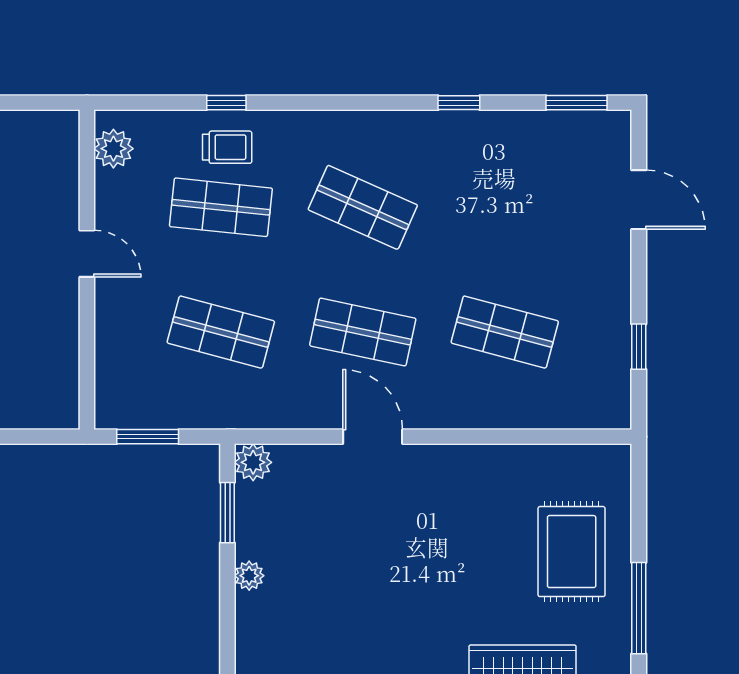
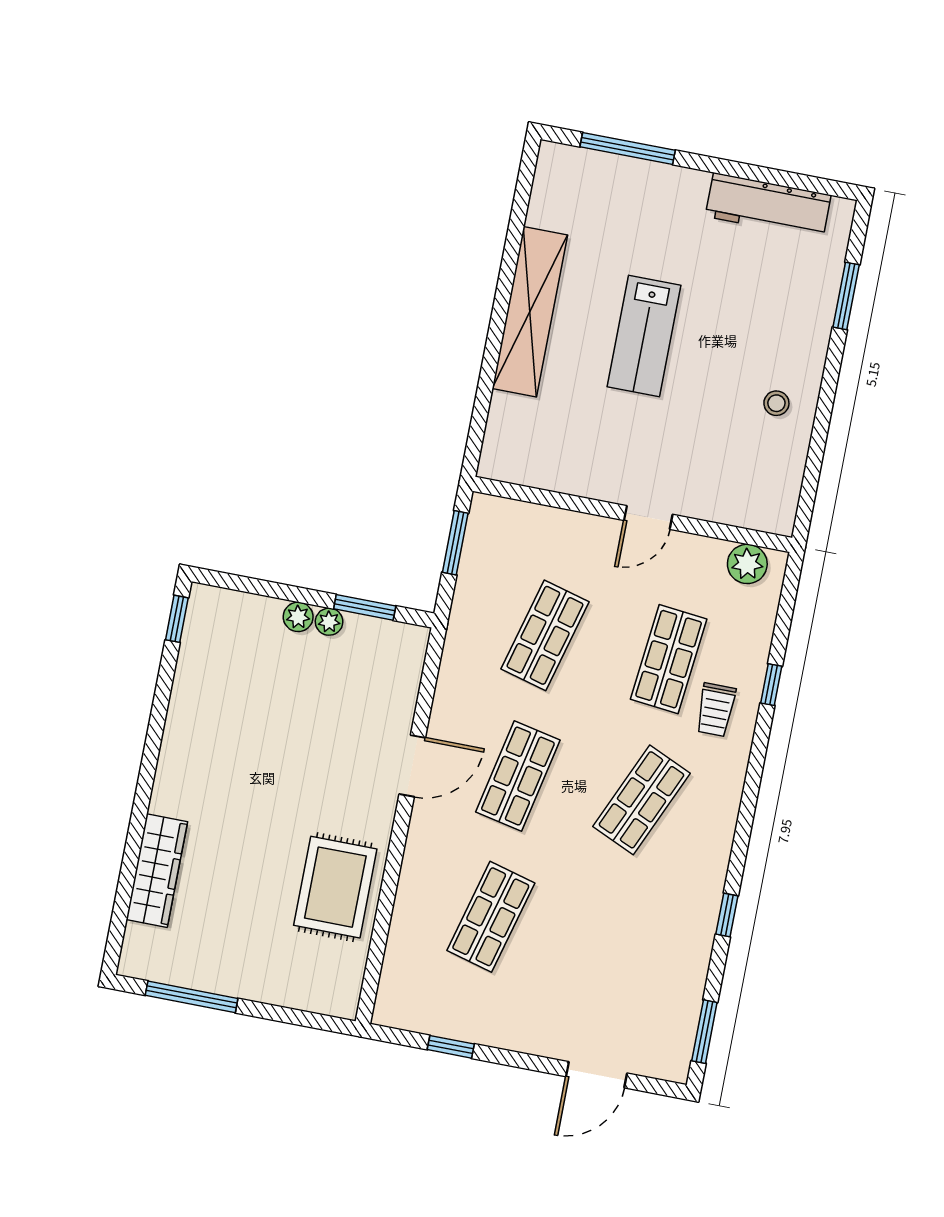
trolley: (227, 147) -> (716, 710), moved
plant: (253, 462) -> (329, 622), moved, width x0.73, depth x0.73
rug: (572, 552) -> (335, 887), moved, turned 90

